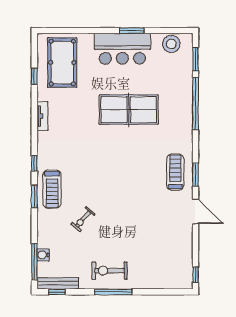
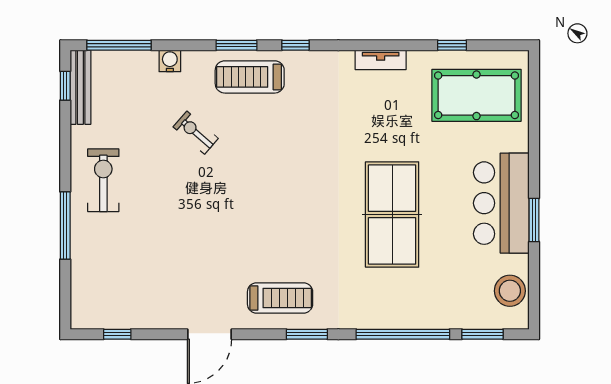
window: (196, 175) -> (307, 334), moved
water cooler: (43, 255) -> (170, 61), moved
window: (196, 275) -> (117, 334), moved
window: (113, 292) -> (65, 226), moved

